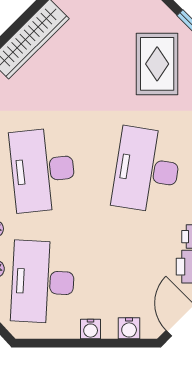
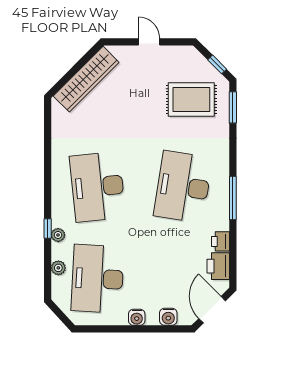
rug: (157, 64) -> (191, 100), turned 90

